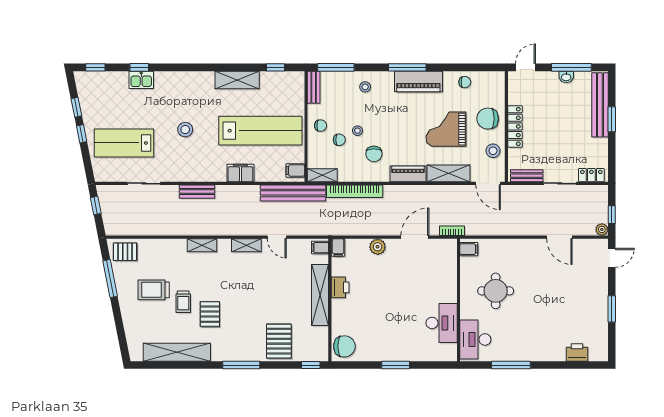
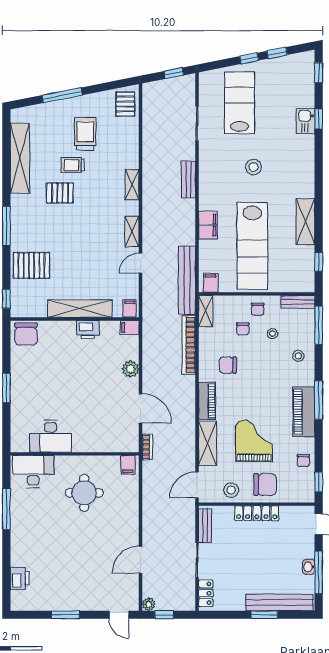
window: (485, 67) -> (319, 482), added
chair: (488, 119) -> (265, 484), turned 90
stool: (357, 131) -> (272, 334), moved
window: (110, 279) -> (62, 95), moved

